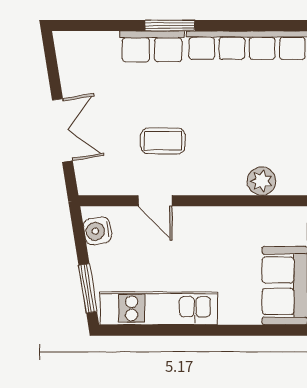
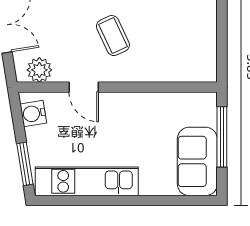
coffee table: (163, 141) -> (113, 36), moved, turned 65
plant: (261, 181) -> (39, 70), moved

